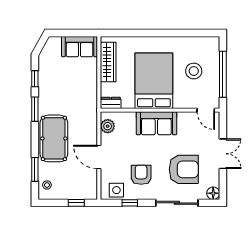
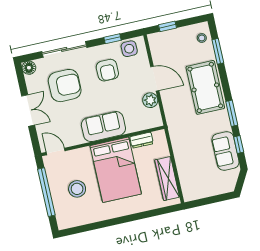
sofa: (80, 47) -> (226, 151), moved, turned -90
dresser: (111, 103) -> (142, 140), moved
plant: (108, 126) -> (150, 100), moved
double door: (223, 154) -> (28, 111), swing flipped
armchair: (184, 169) -> (65, 86), turned 180

